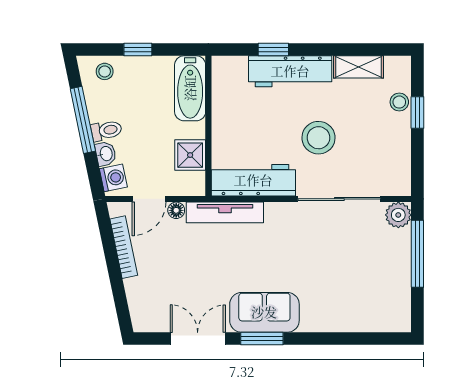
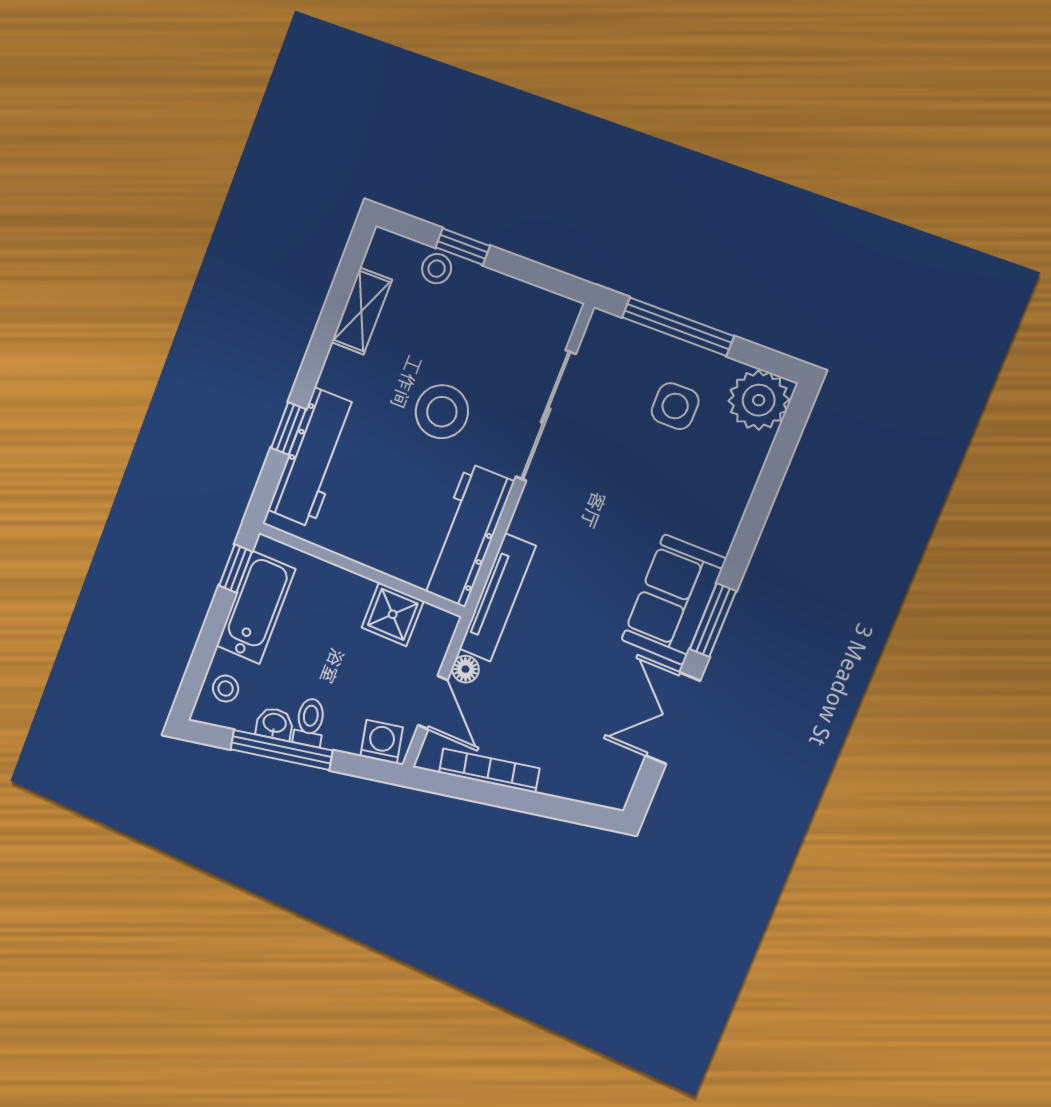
window: (138, 50) -> (236, 568), moved
workbench: (290, 71) -> (313, 458), moved
bathtub: (190, 88) -> (256, 608), moved, turned -90
washbasin: (106, 154) -> (275, 724), moved
plant: (398, 215) -> (759, 400), moved, width x1.36, depth x1.36
side table: (373, 270) -> (675, 406), added

